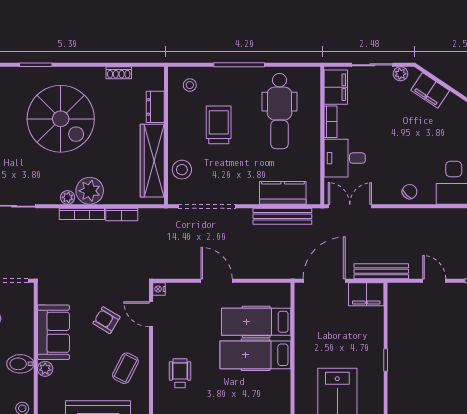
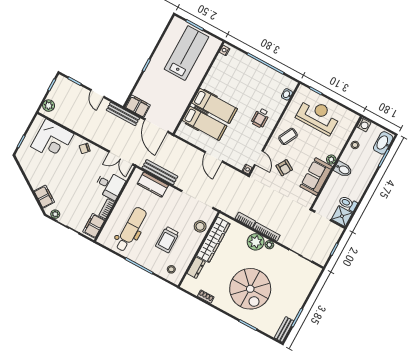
spiral stairs: (61, 119) -> (250, 289), turned 180
door: (324, 281) -> (156, 126), hinge flipped

